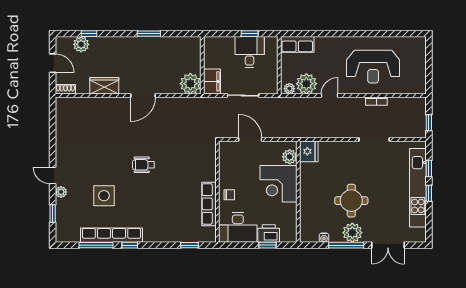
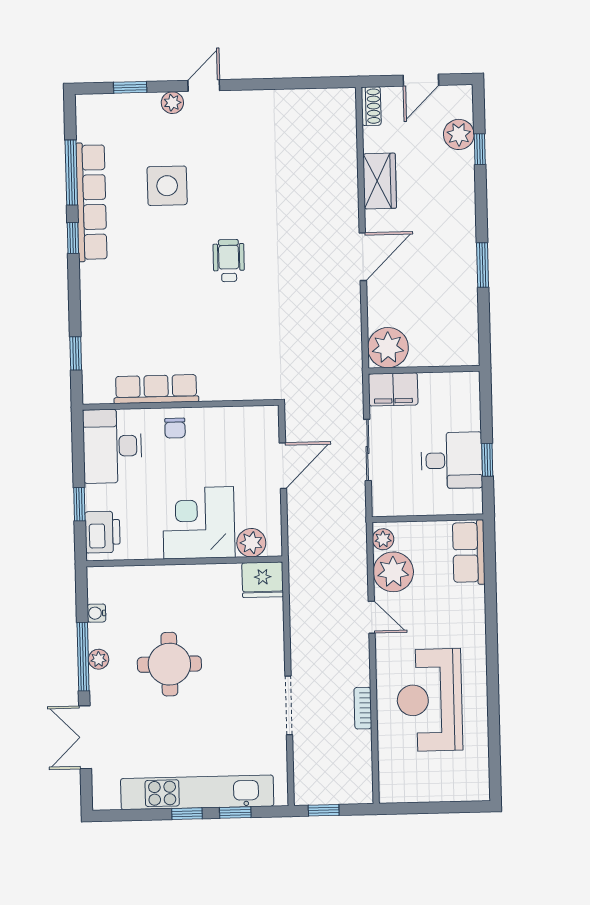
door: (143, 95) -> (363, 257), swing flipped
printer: (269, 233) -> (103, 532), moved
plant: (352, 233) -> (99, 659), width x0.53, depth x0.53

